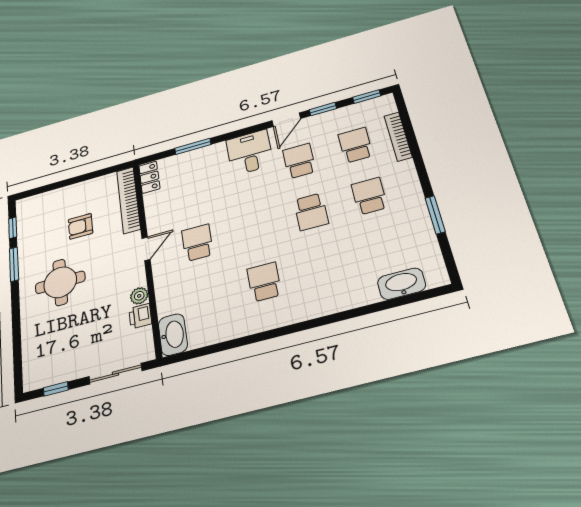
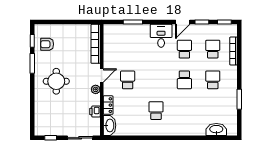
locker: (149, 177) -> (108, 105), moved
armchair: (80, 226) -> (47, 44), moved
plant: (139, 296) -> (96, 89), moved

